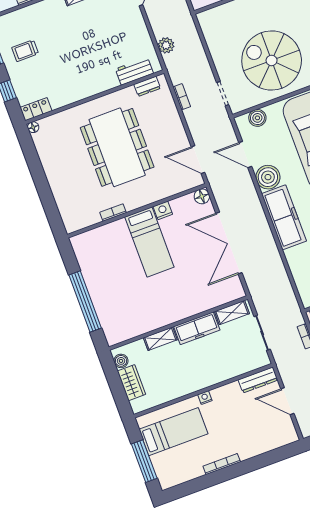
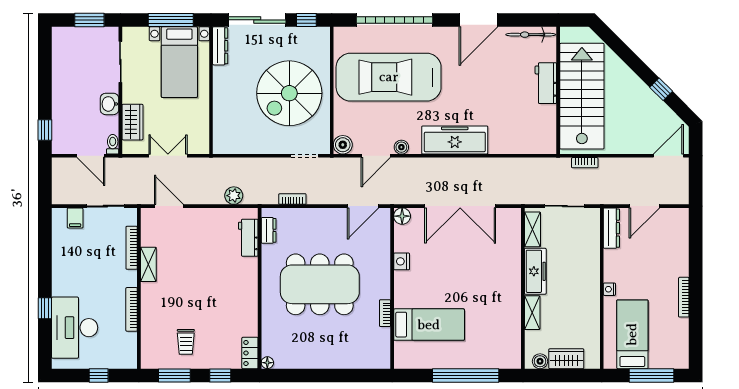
boiler: (257, 118) -> (343, 145), moved
boiler: (268, 177) -> (401, 147), width x0.54, depth x0.54
bed: (149, 242) -> (429, 325), moved

